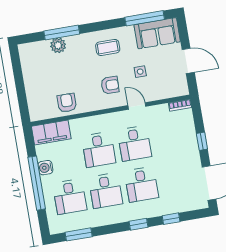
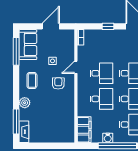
window: (62, 32) -> (16, 122), moved
plant: (58, 45) -> (25, 103), moved
fireplace: (34, 48) -> (24, 132), added
armchair: (67, 103) -> (65, 115), removed

